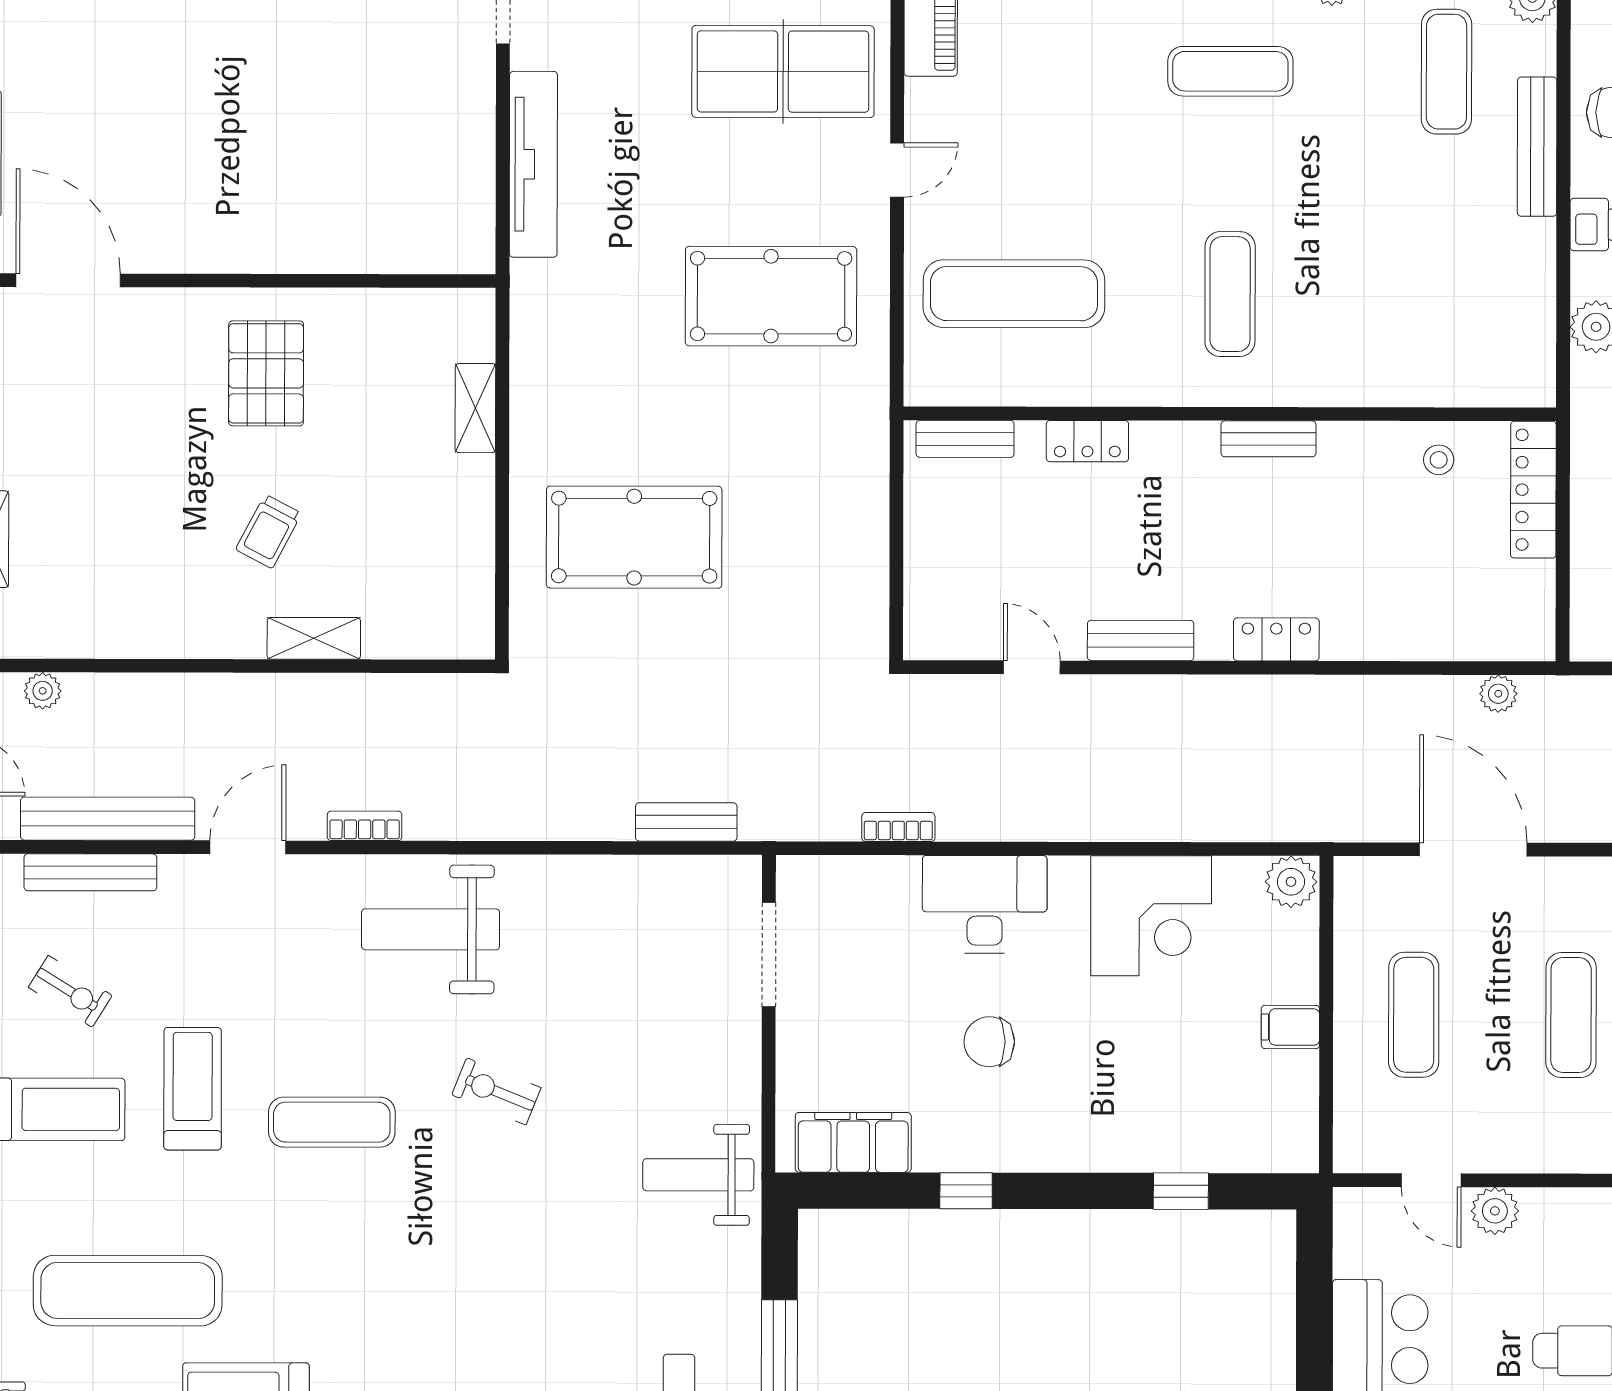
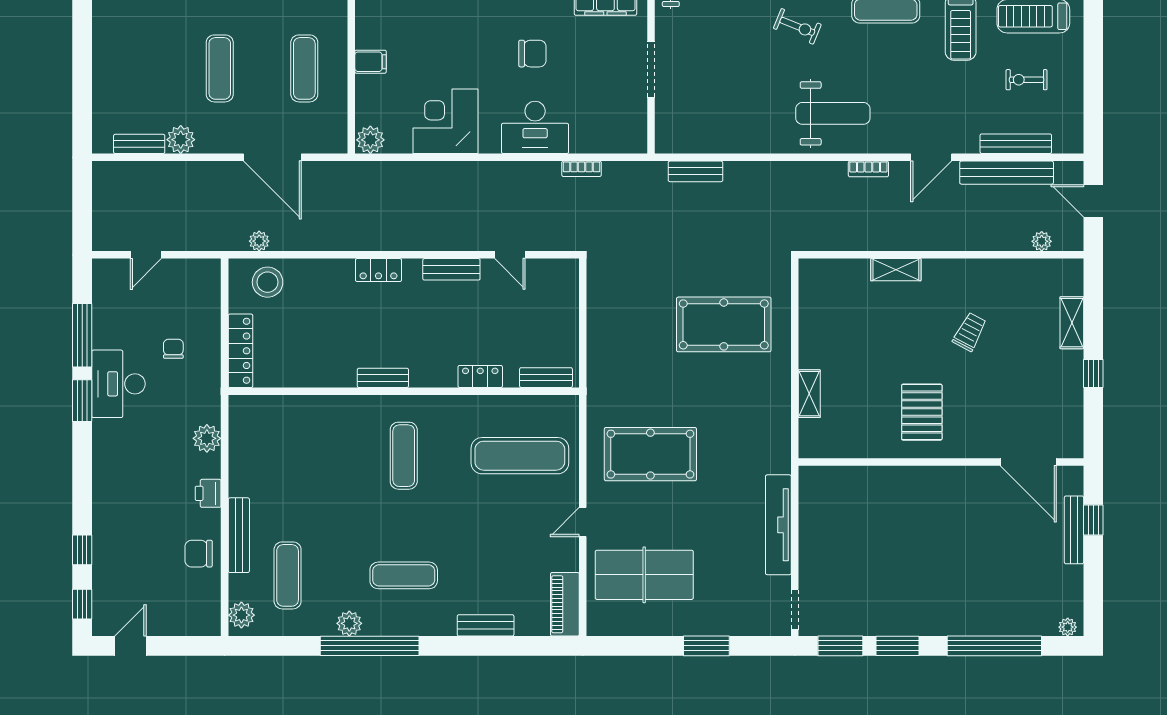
stool: (1439, 460) -> (268, 282), moved, width x1.89, depth x1.89
trolley: (269, 532) -> (970, 332), moved
doorway: (769, 955) -> (651, 69), moved
exercise bike: (70, 991) -> (1026, 80), turned -32

